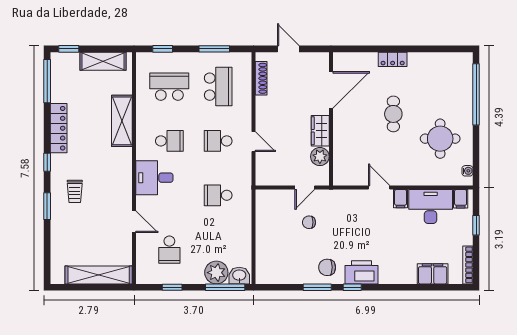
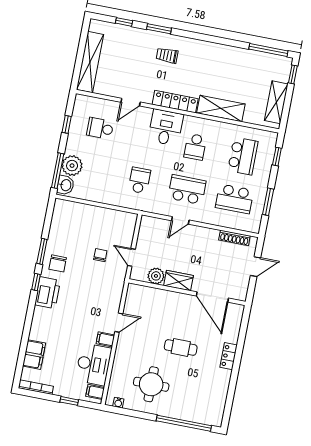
locker: (59, 128) -> (175, 102), moved, turned 180
school desk: (218, 141) -> (187, 190), width x1.85
window: (47, 162) -> (124, 22), moved
chair: (327, 267) -> (58, 263), turned 180

